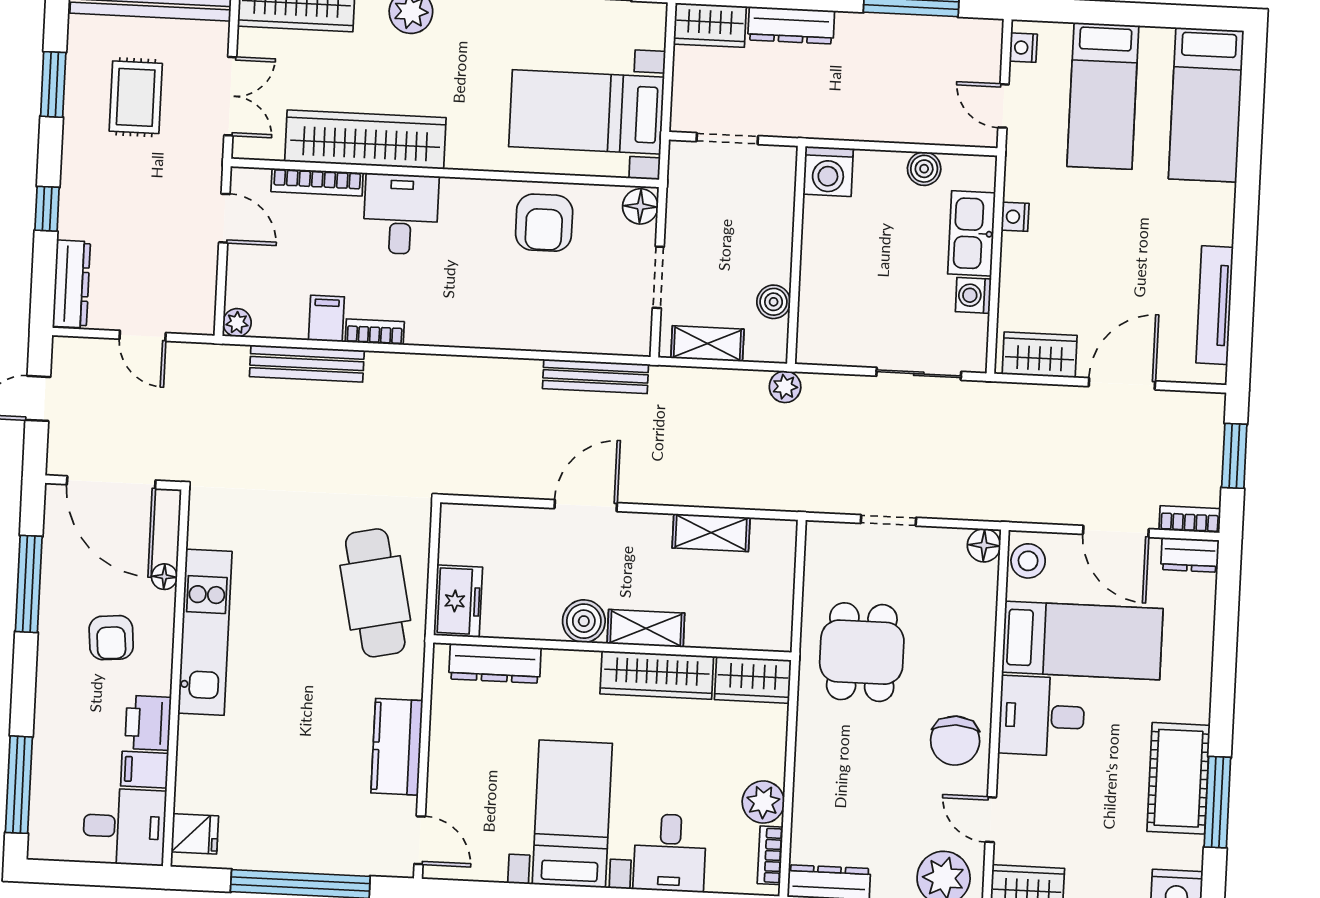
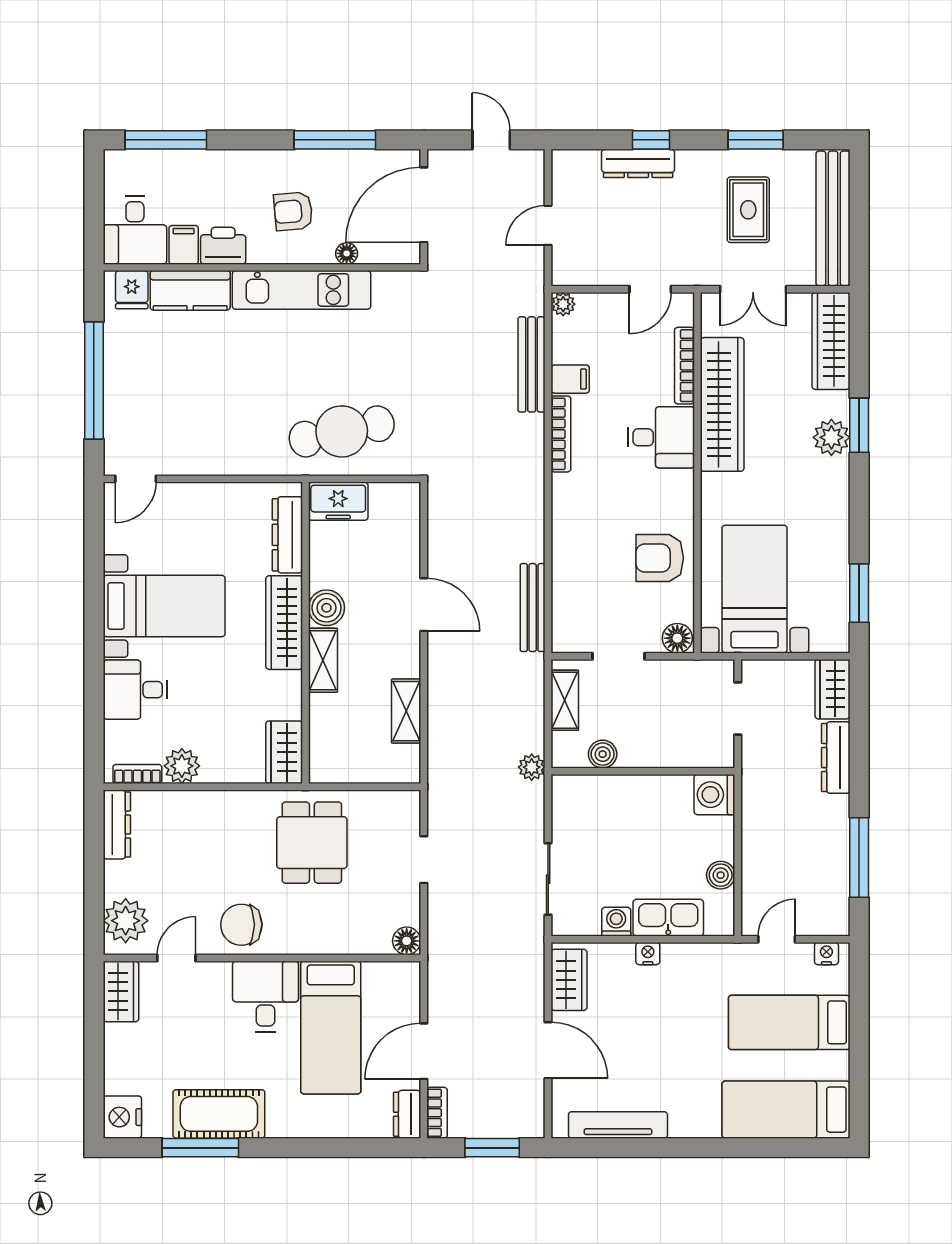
rug: (136, 97) -> (748, 210), turned 90
nightstand: (1015, 217) -> (648, 954), moved
dresser: (71, 284) -> (638, 163), moved
bookcase: (375, 332) -> (561, 434), width x1.56
stool: (1028, 561) -> (395, 979), removed
dining table: (862, 652) -> (312, 843), turned 90
wardrobe: (657, 675) -> (284, 623), moved
kitchen counter: (397, 747) -> (190, 290), moved, turned 180

